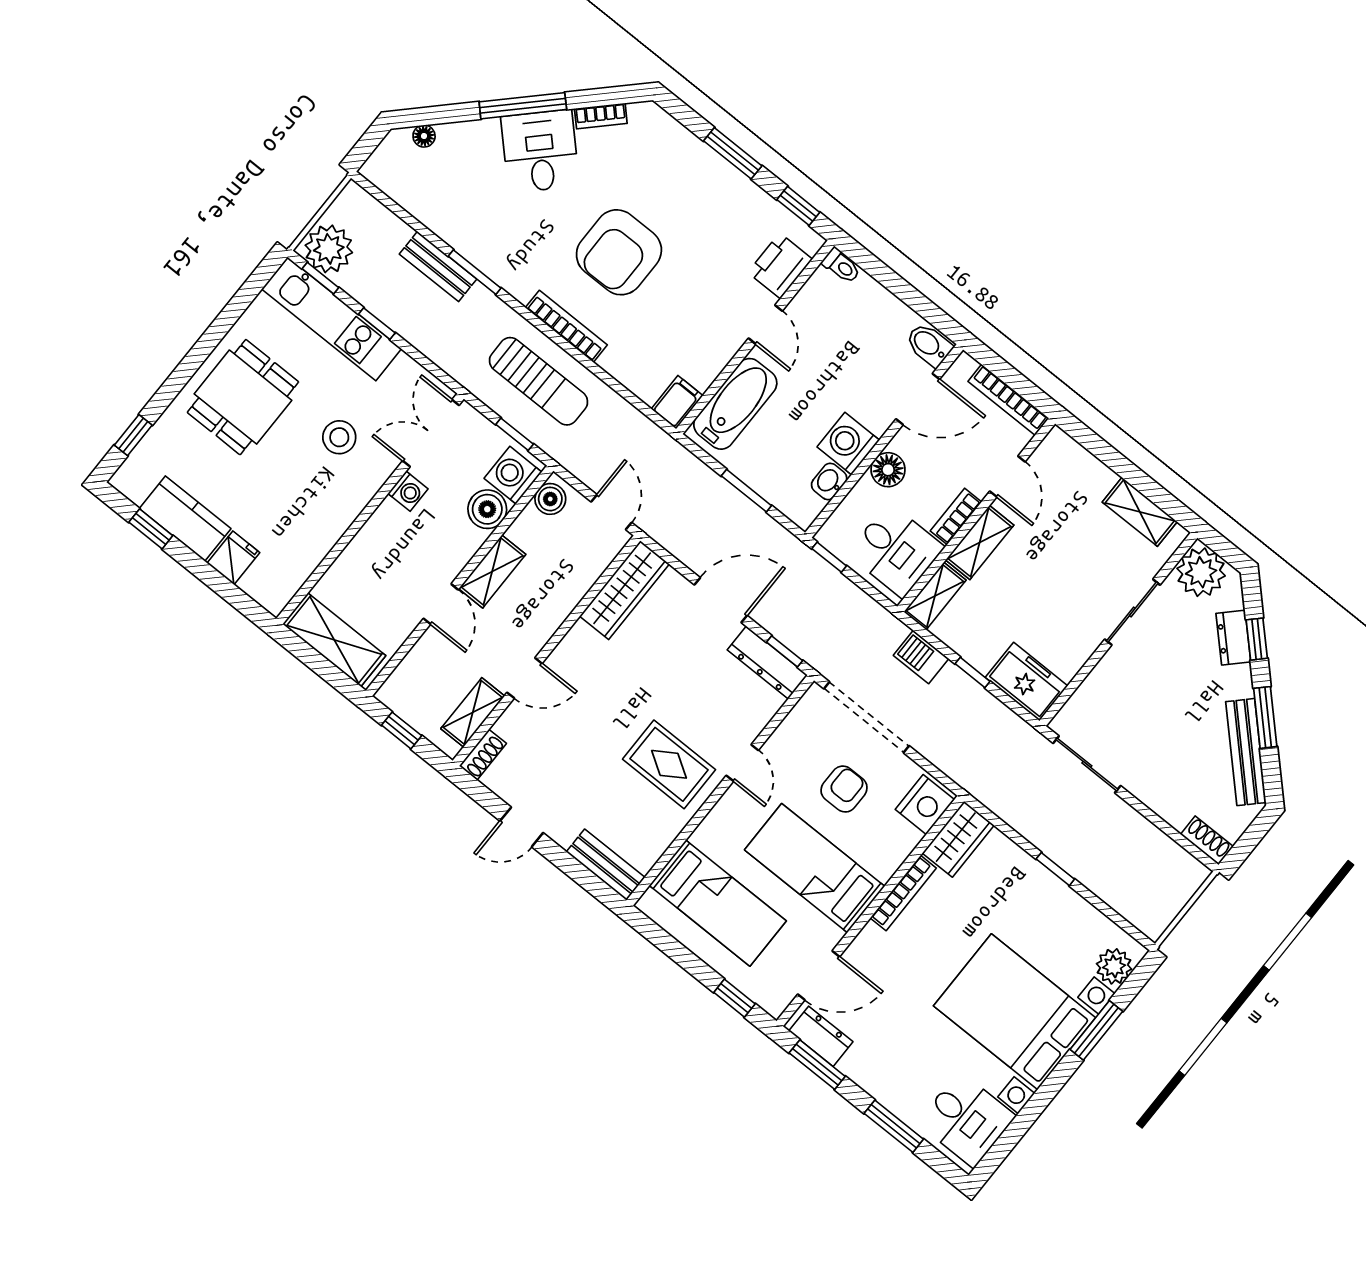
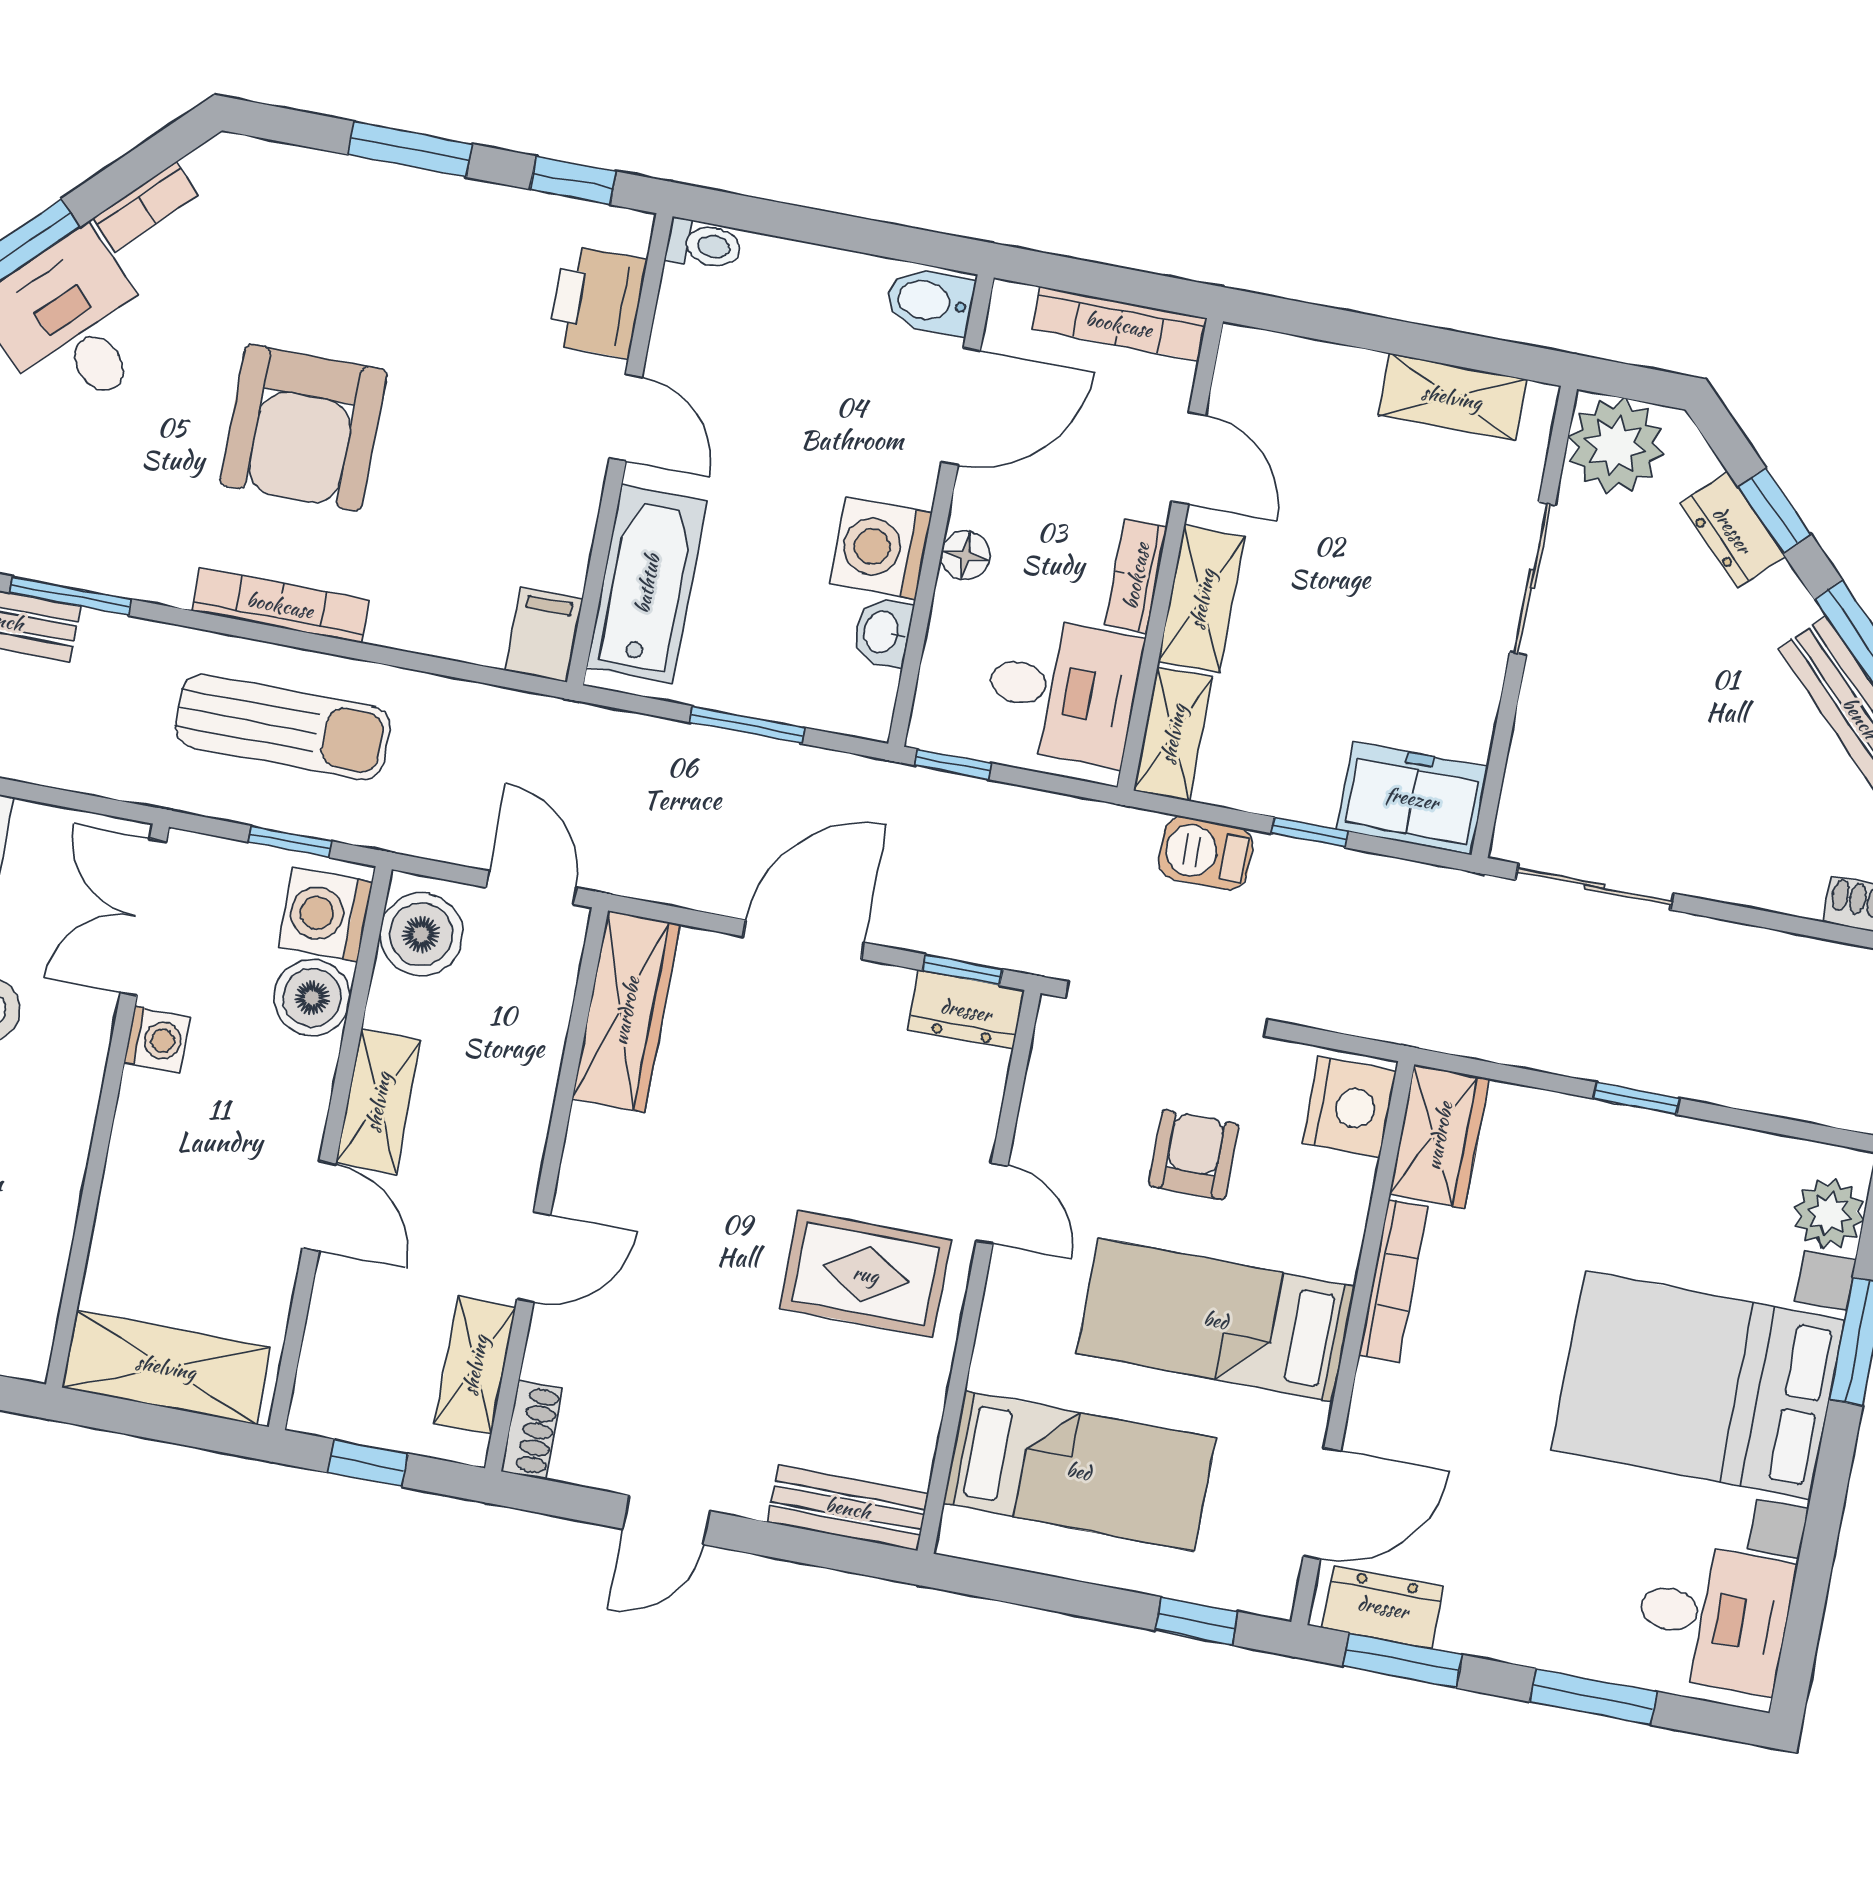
floor lamp: (888, 470) -> (965, 555), width x0.73, depth x0.73
boiler: (550, 499) -> (421, 934), width x1.36, depth x1.36
dresser: (767, 662) -> (966, 1010), width x0.70

